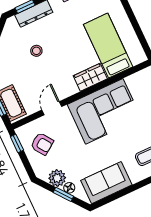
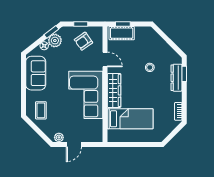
wardrobe: (90, 77) -> (114, 90), width x1.50
window: (17, 143) -> (81, 24), moved
window: (63, 194) -> (51, 32), moved

